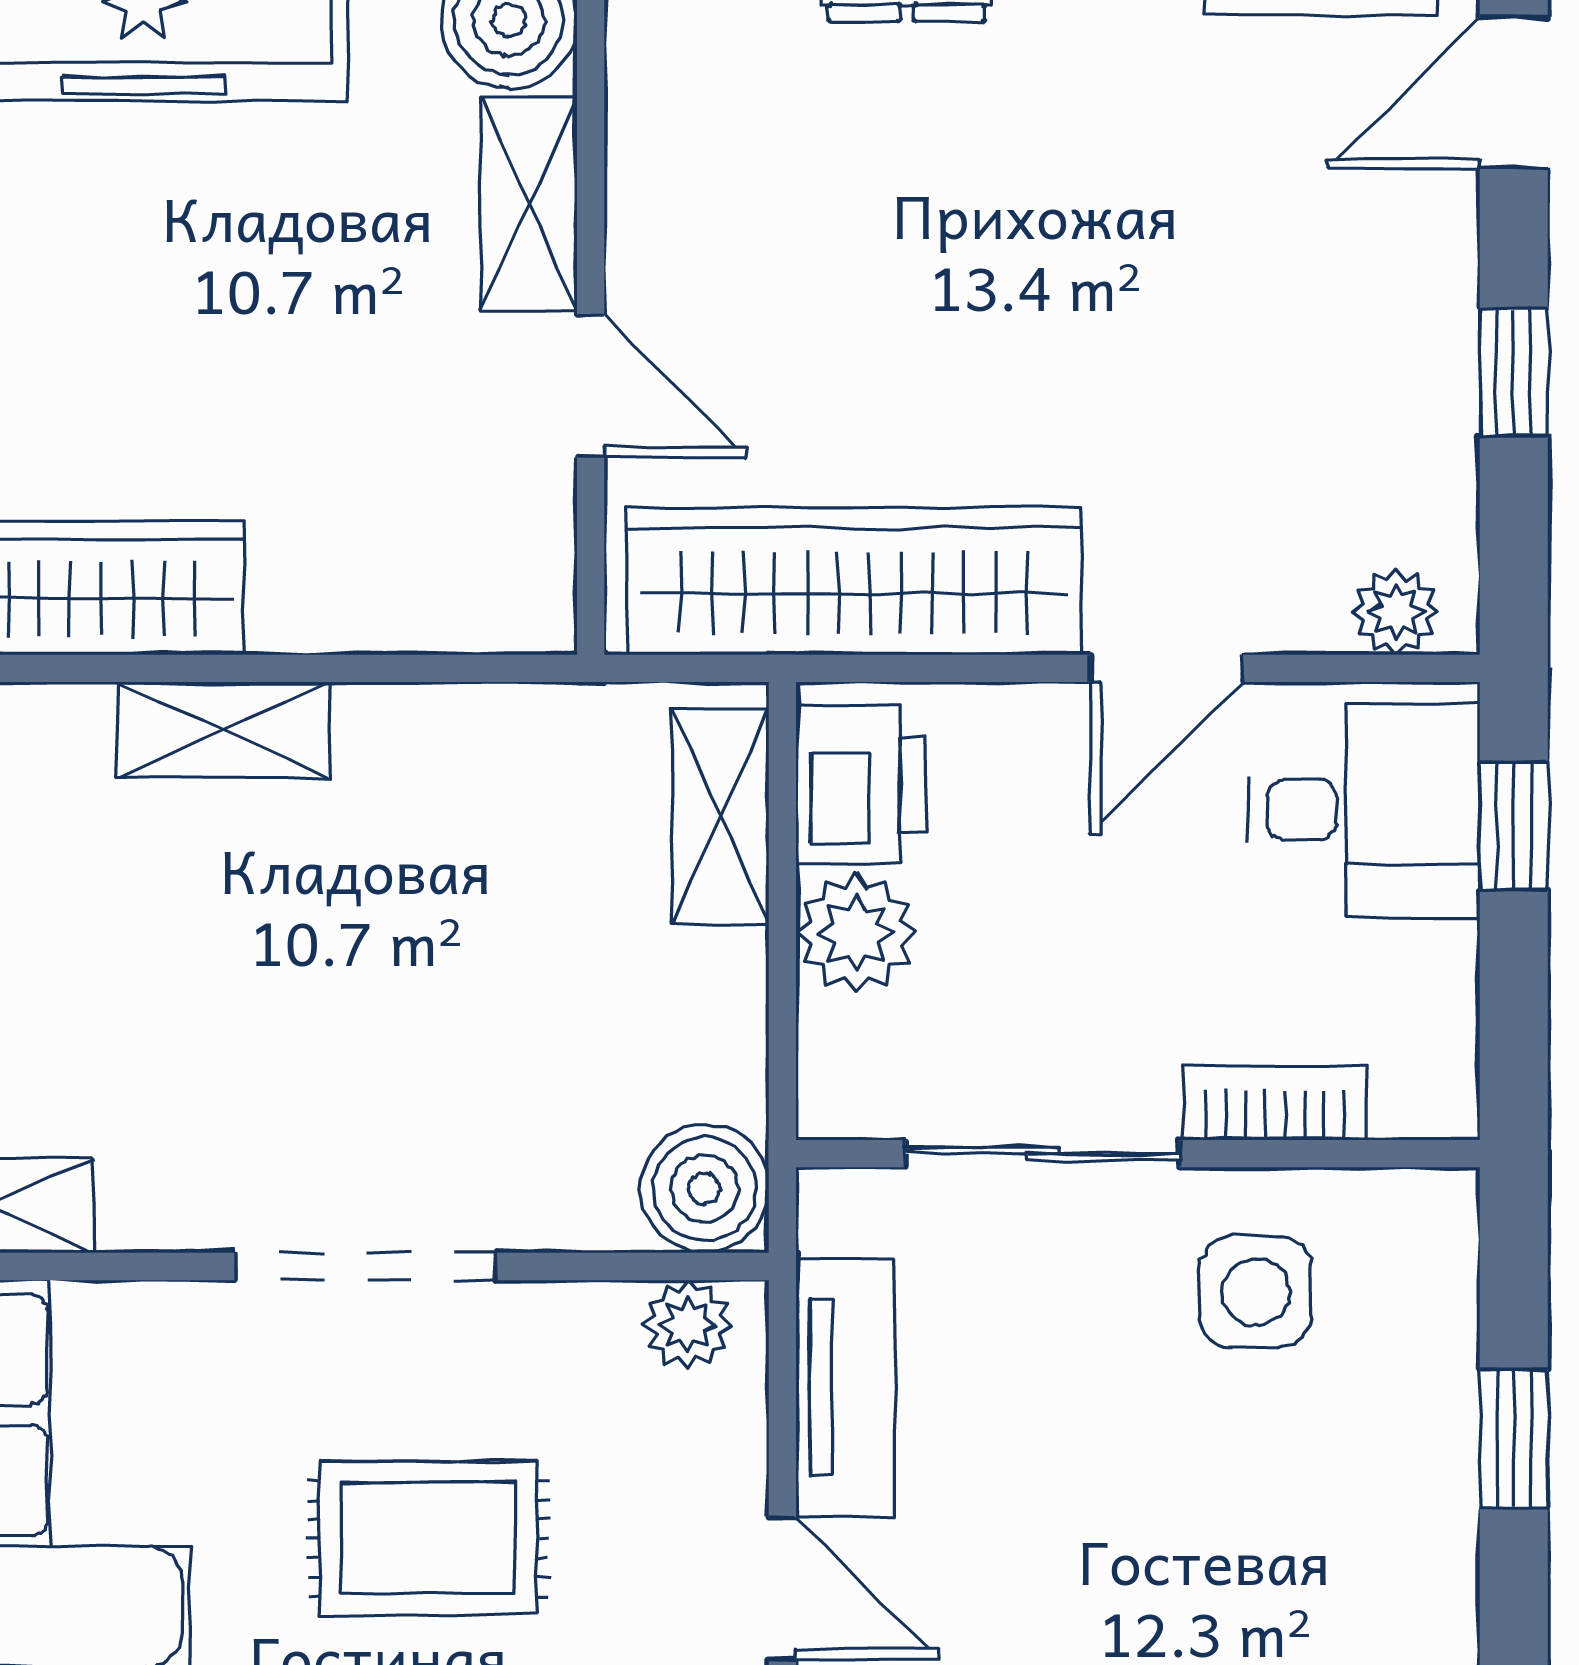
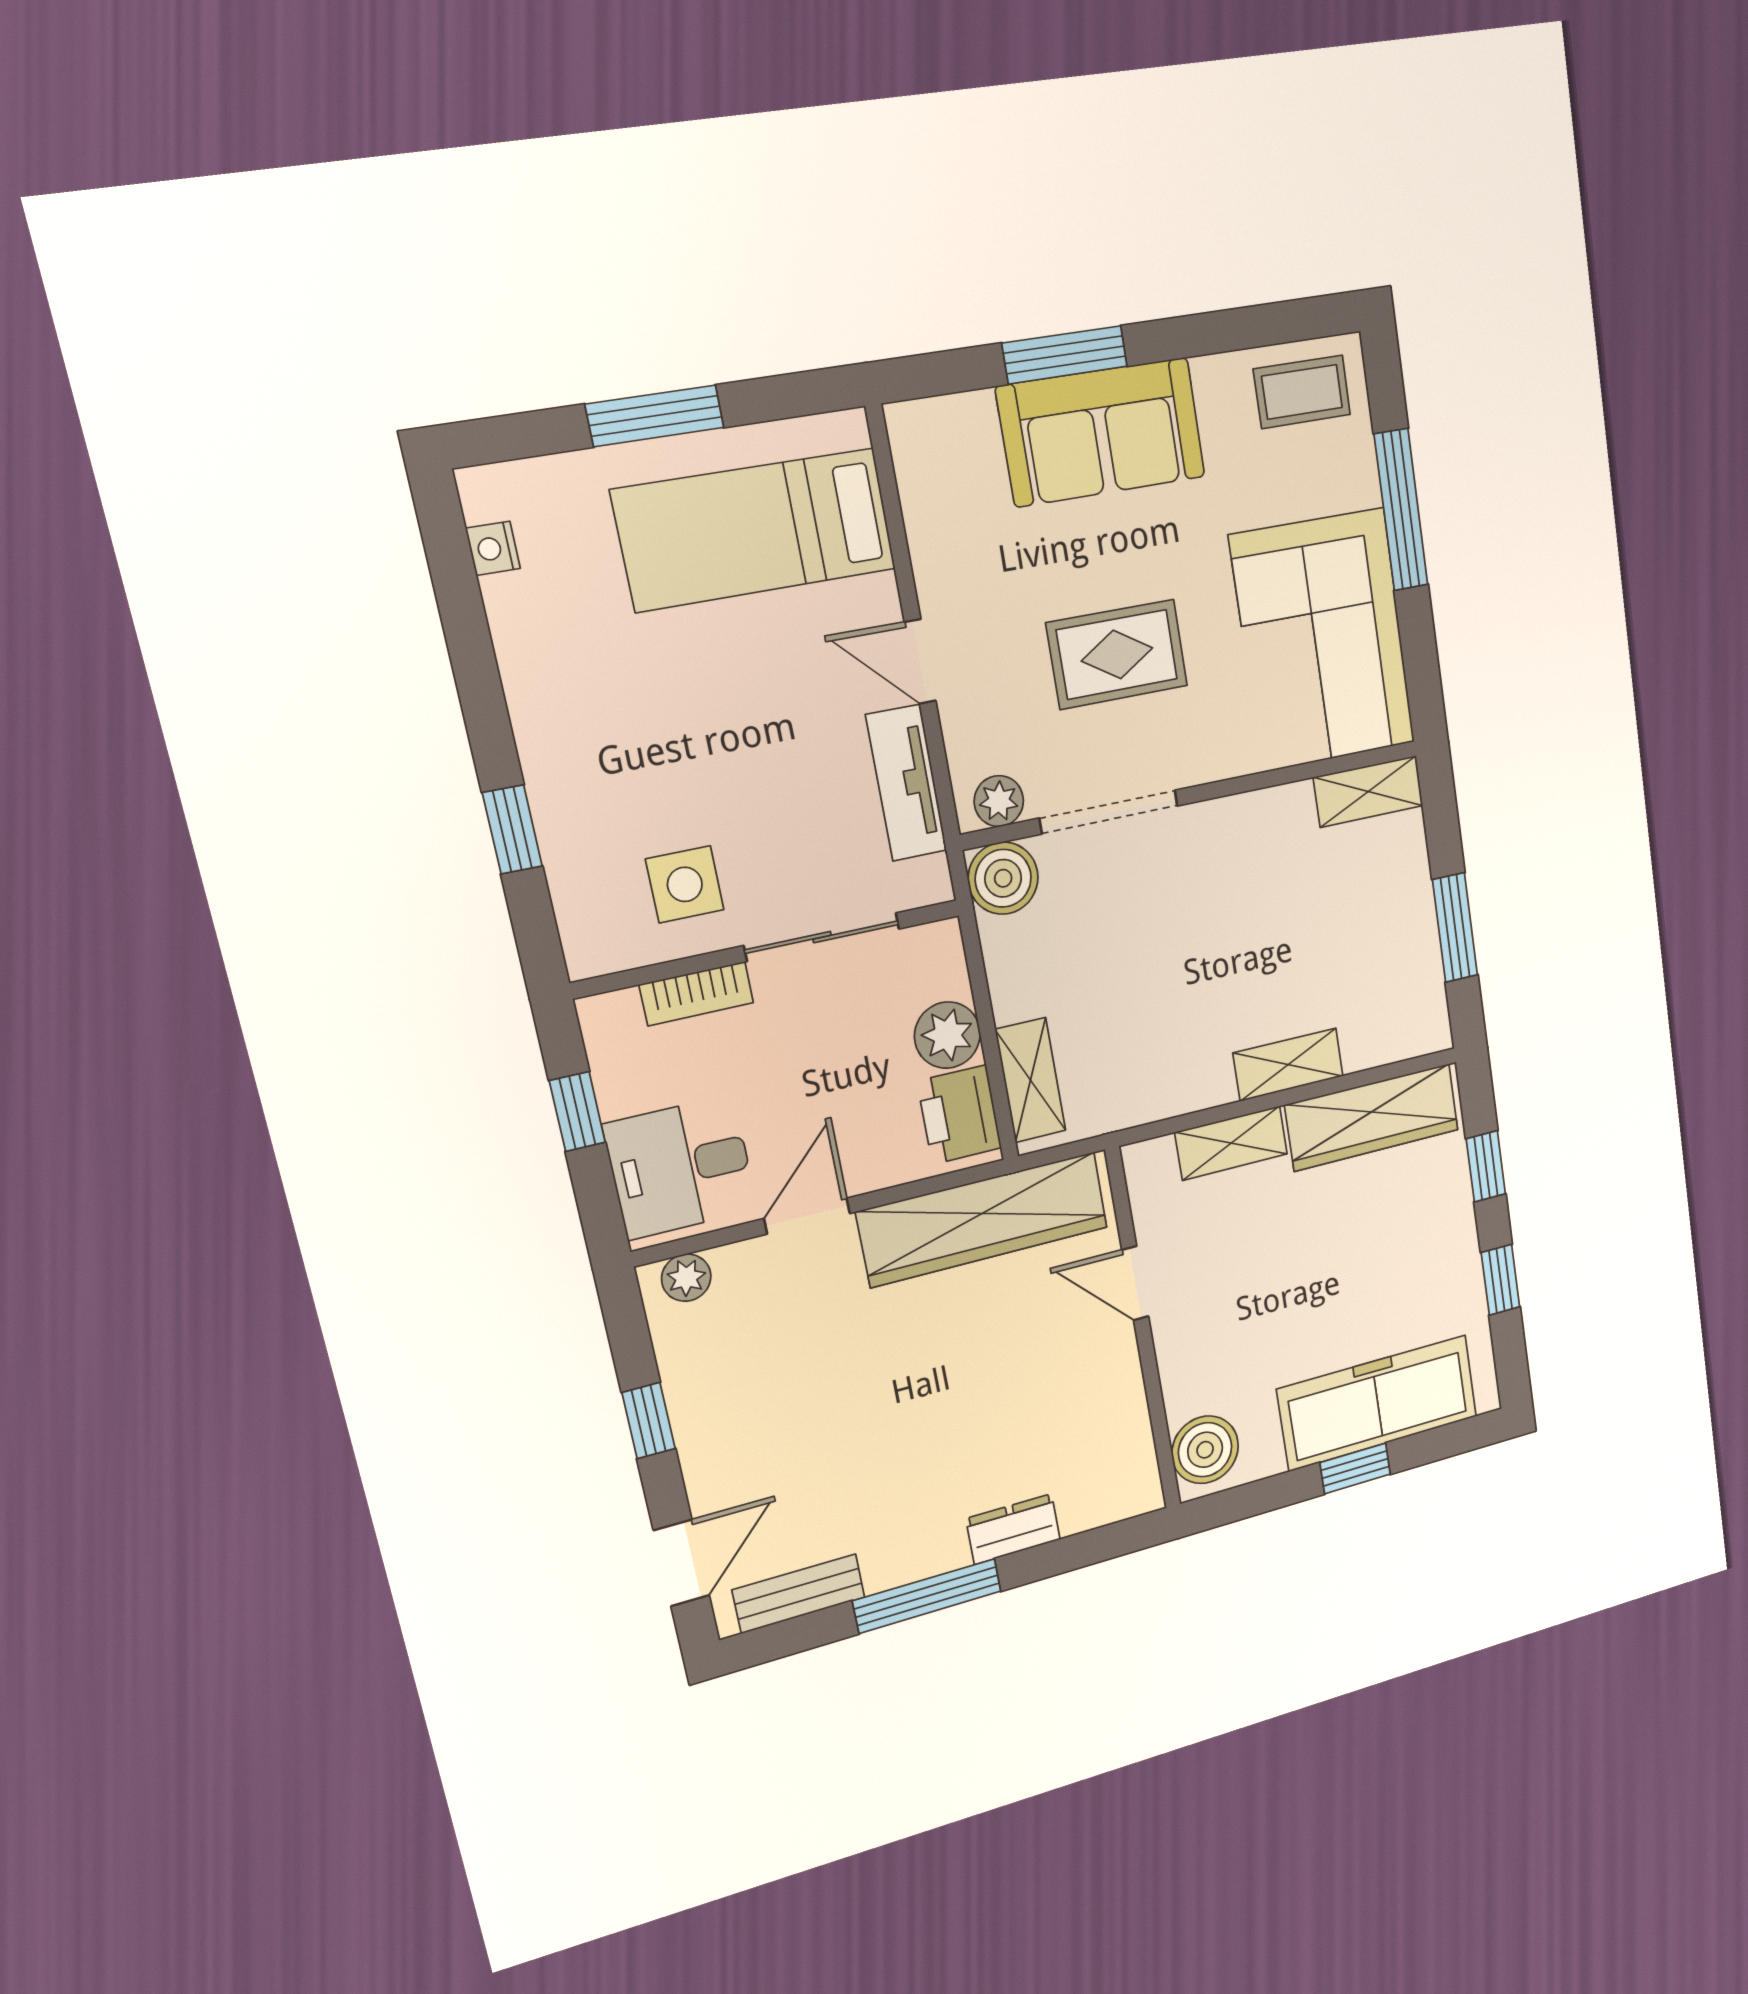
shelving: (529, 204) -> (1231, 1143), moved, turned 90
window: (1514, 826) -> (577, 1111), moved
doorway: (366, 1266) -> (1109, 812), moved

